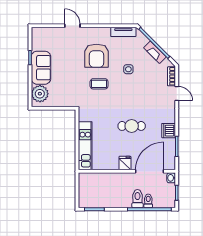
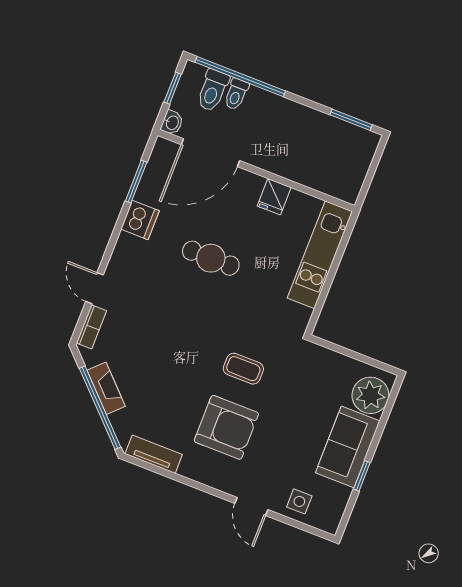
armchair: (96, 56) -> (226, 427), turned 90
side table: (128, 69) -> (299, 501), moved
fridge: (125, 163) -> (274, 197), moved
toilet: (137, 199) -> (213, 90), moved

